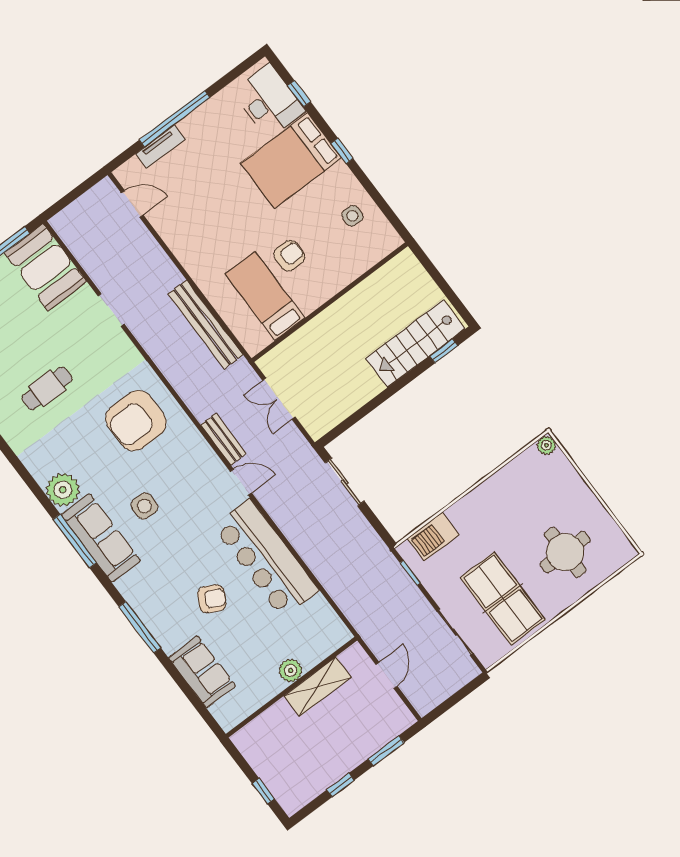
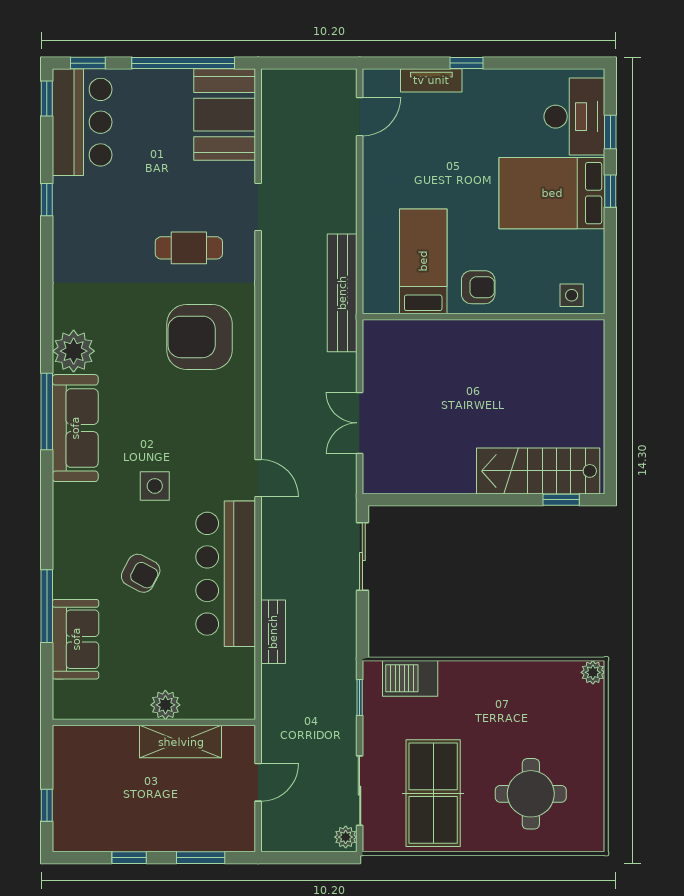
window: (175, 119) -> (466, 63), width x0.32
window: (342, 151) -> (610, 191), moved
door: (132, 204) -> (360, 117), hinge flipped
bed: (265, 296) -> (423, 261), moved
wall: (330, 302) -> (484, 317), moved
cafe table: (47, 388) -> (189, 248), moved
bench: (223, 439) -> (273, 632), moved
side table: (144, 506) -> (155, 486), moved
window: (140, 627) -> (47, 606), moved
plant: (468, 668) -> (346, 837), added

